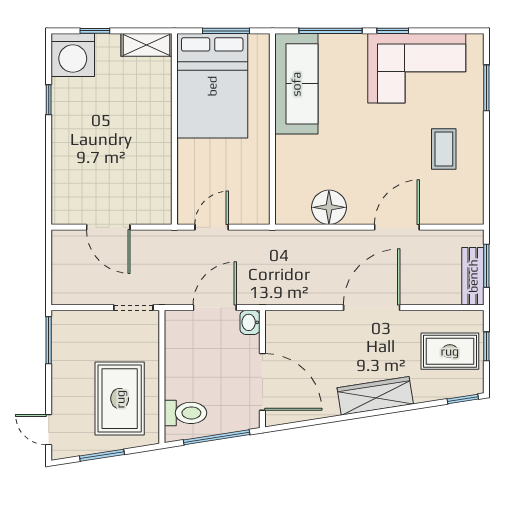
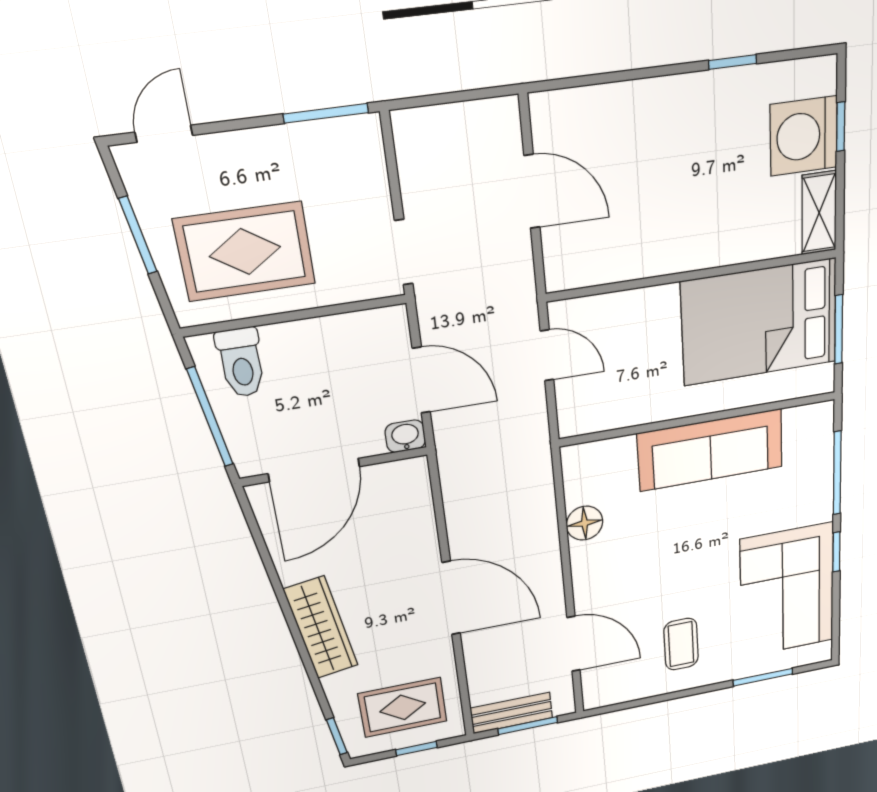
washing machine: (73, 55) -> (804, 136), moved
sofa: (296, 84) -> (711, 450), moved
coffee table: (444, 149) -> (681, 644), turned 90
floor lamp: (329, 207) -> (585, 523), width x0.73, depth x0.73
door: (108, 227) -> (532, 192), swing flipped
door: (397, 227) -> (573, 644), moved
rug: (450, 351) -> (403, 707), turned 90

